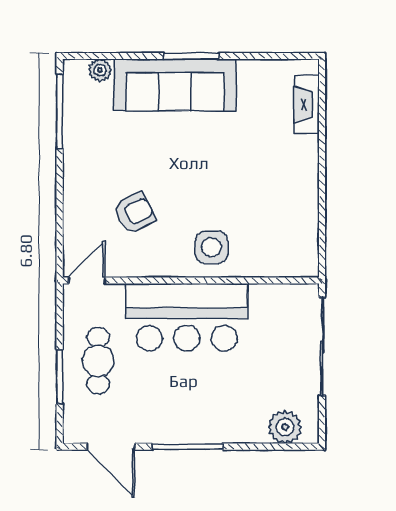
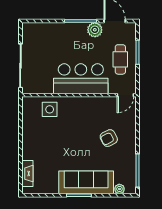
armchair: (135, 213) -> (109, 138), moved
side table: (211, 247) -> (50, 109), moved
plant: (285, 427) -> (95, 30), moved

